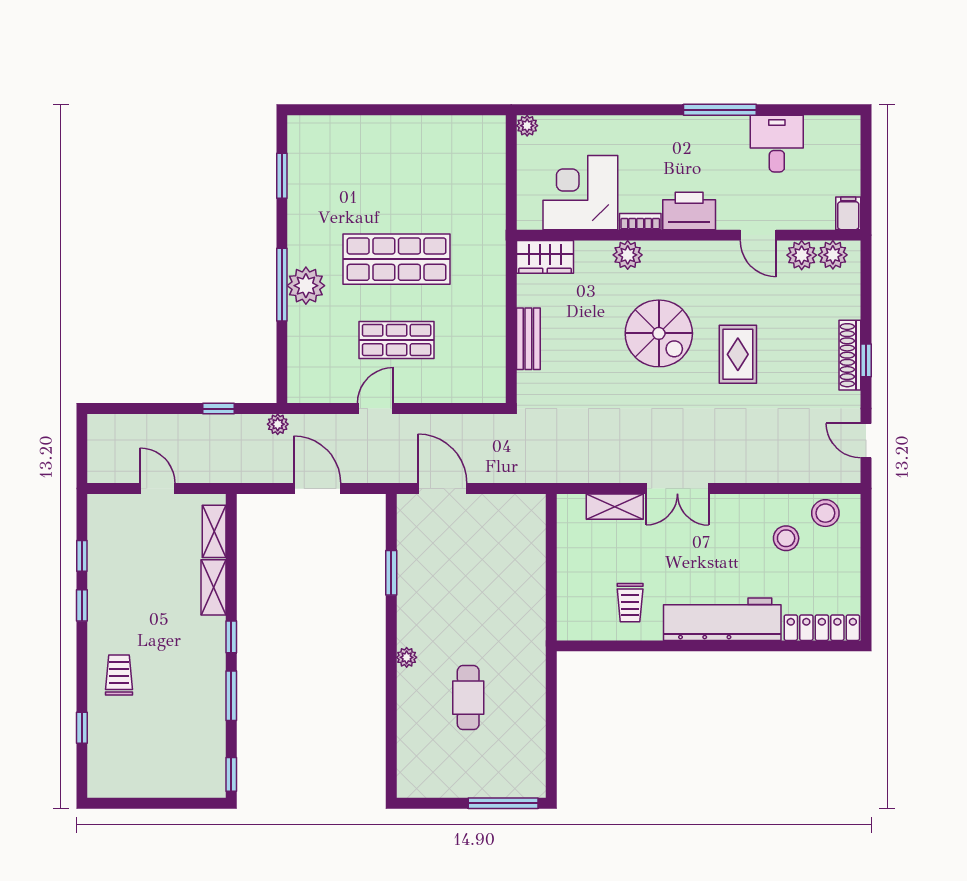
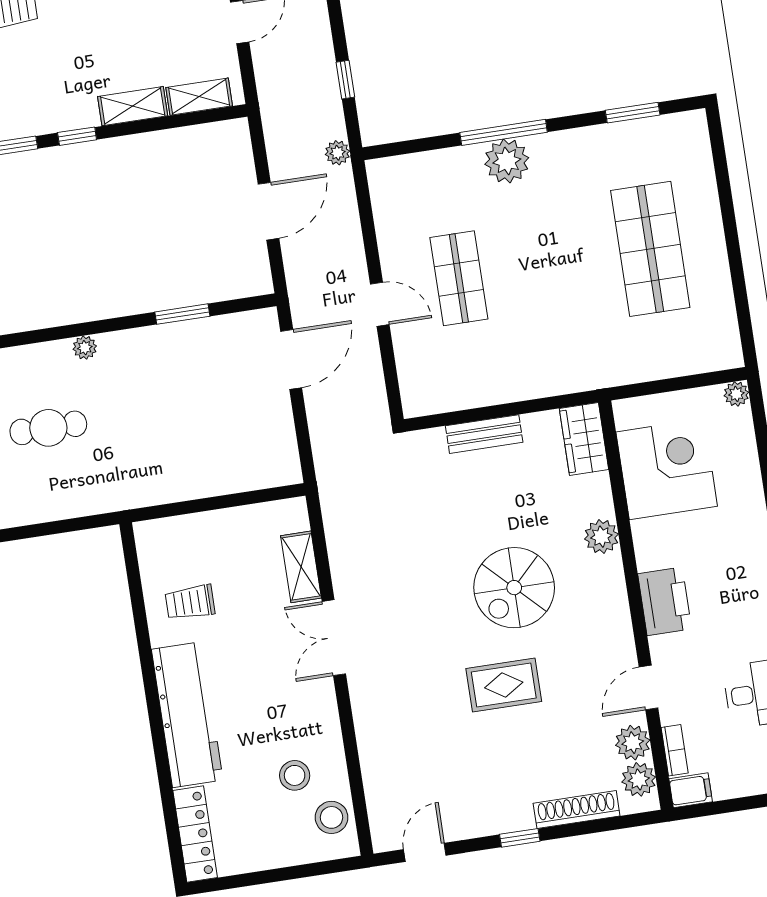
bookcase: (640, 222) -> (675, 750), moved
shop shelf: (397, 259) -> (650, 249), moved
shoe rack: (850, 355) -> (577, 810), moved
door: (375, 409) -> (380, 304), moved

